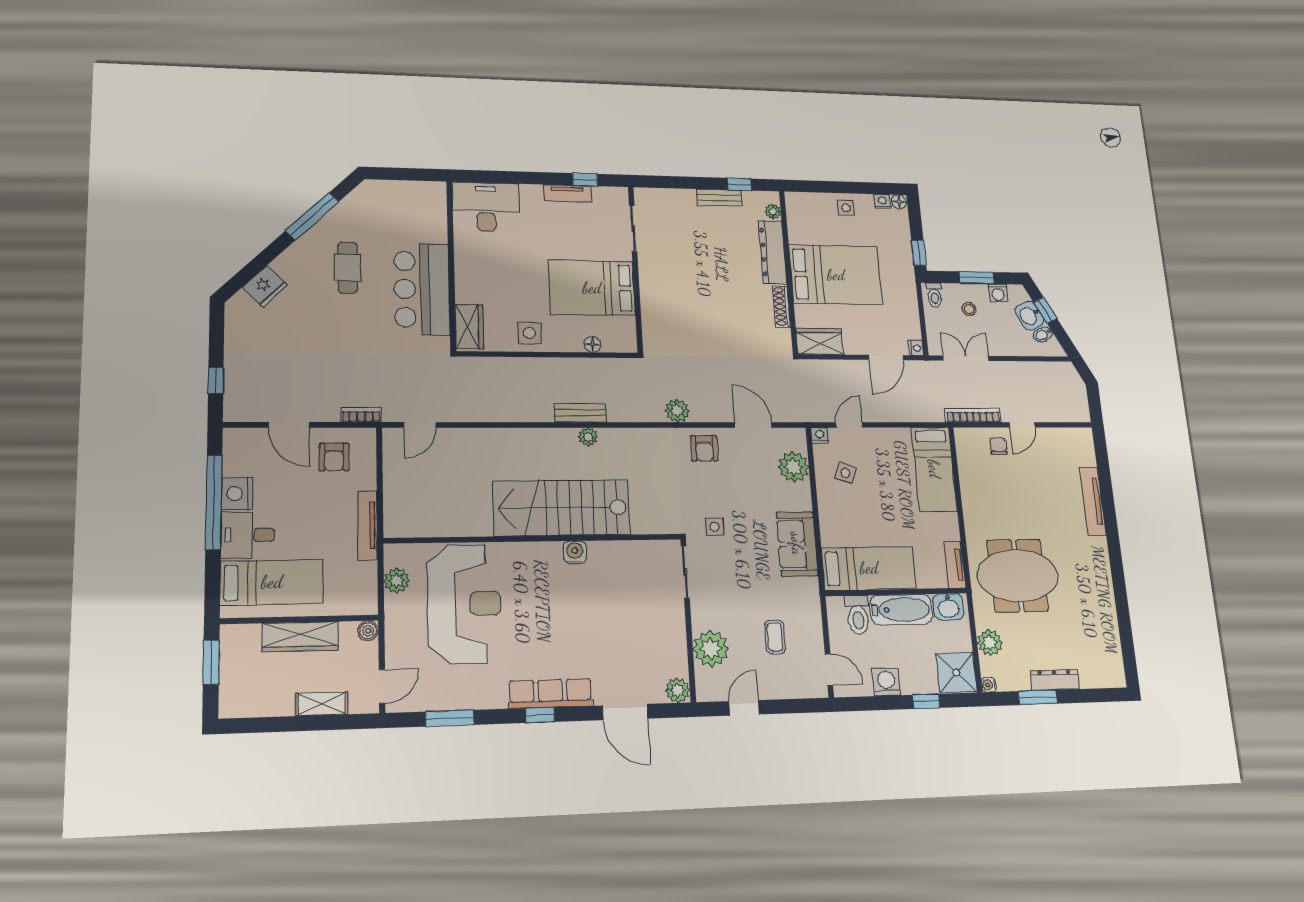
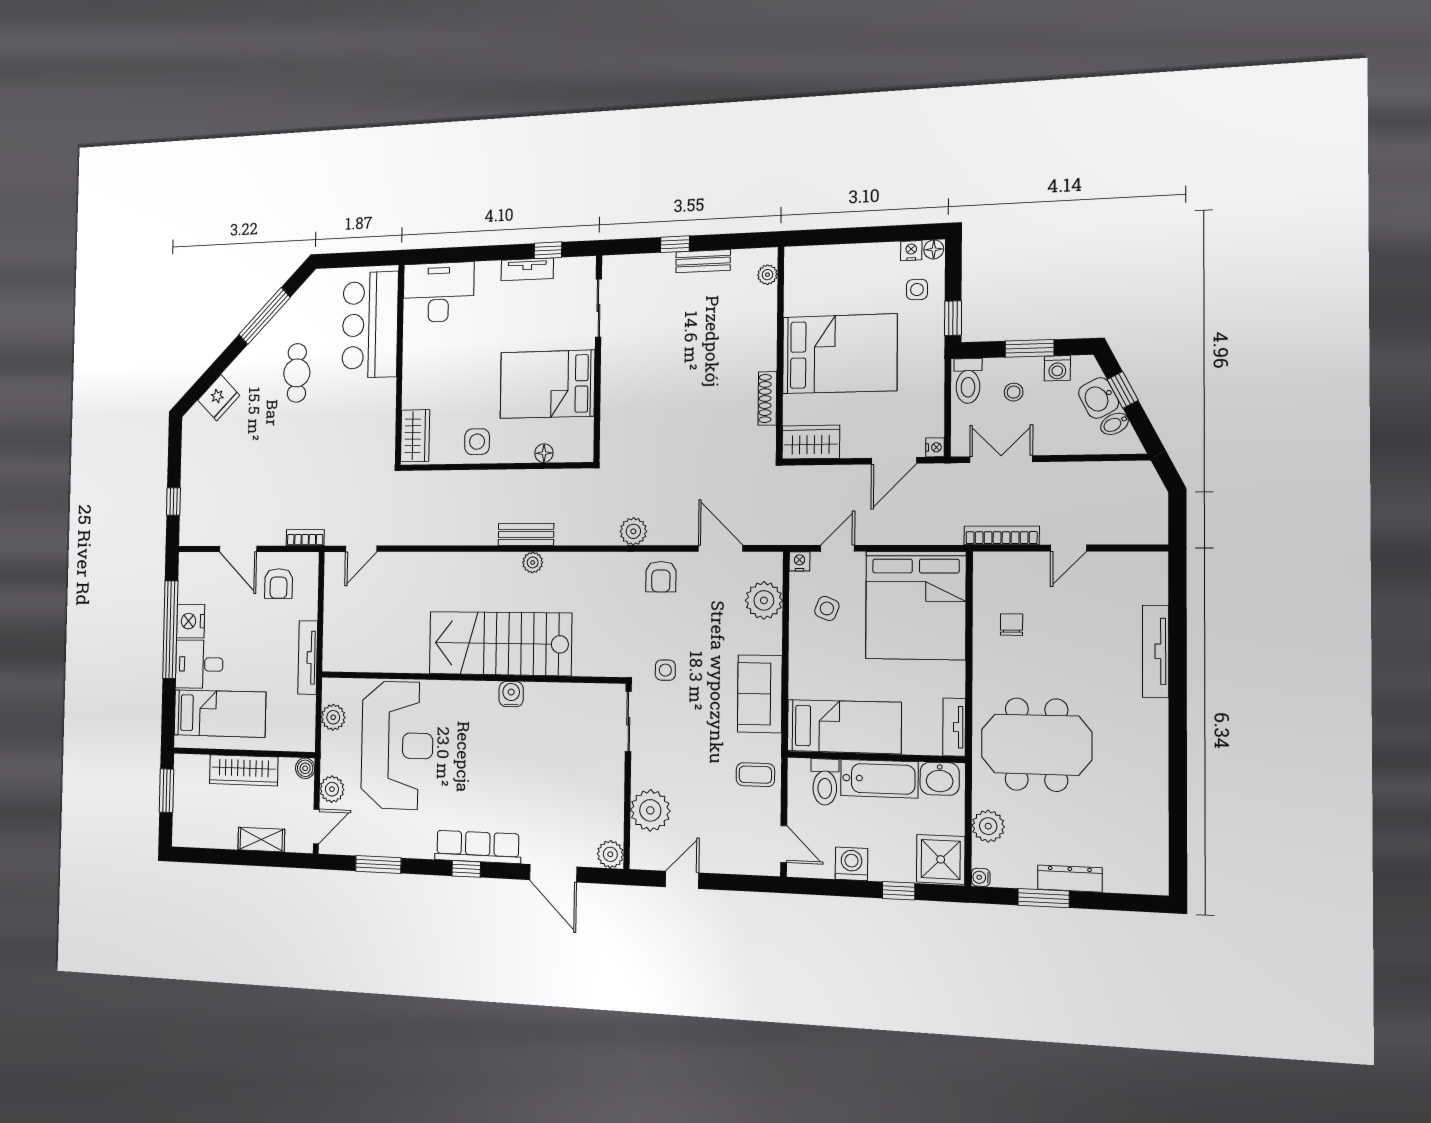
window: (739, 184) -> (675, 244), moved
side table: (846, 208) -> (917, 290), moved
dresser: (773, 252) -> (762, 328), removed
bar counter: (422, 289) -> (370, 325), moved
toilet: (934, 295) -> (968, 381), width x1.37, depth x1.39
chair: (998, 446) -> (1011, 625), moved
bed: (934, 469) -> (916, 605), width x2.04
coffee table: (775, 637) -> (755, 775), moved, turned 90
plant: (398, 649) -> (332, 789), added

